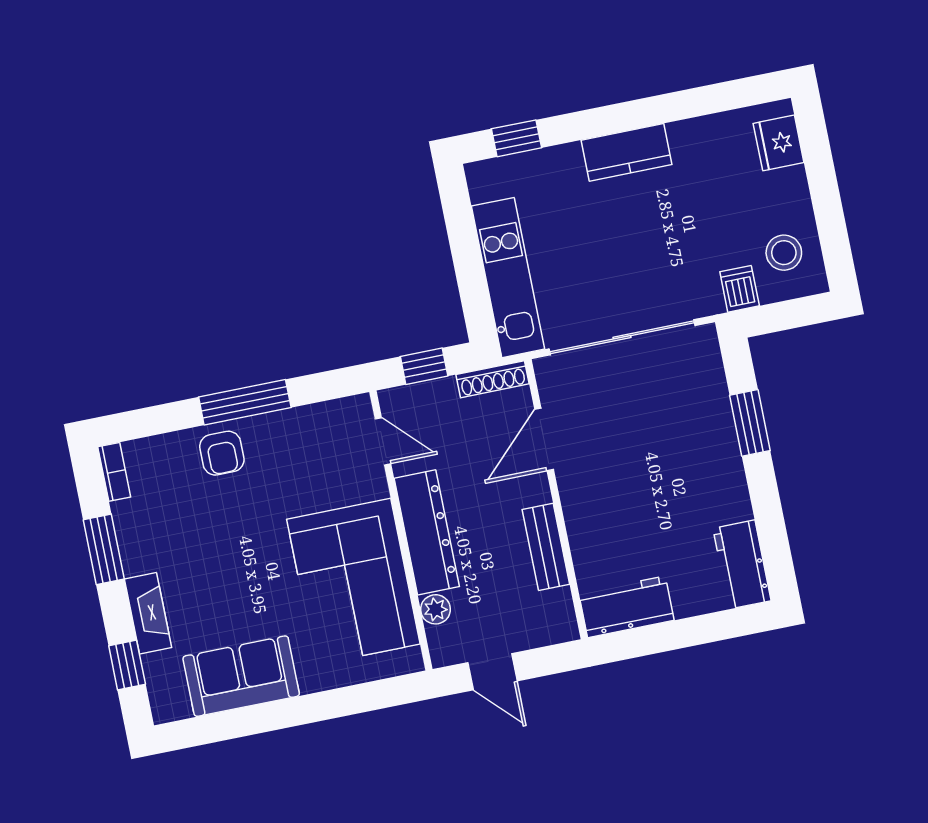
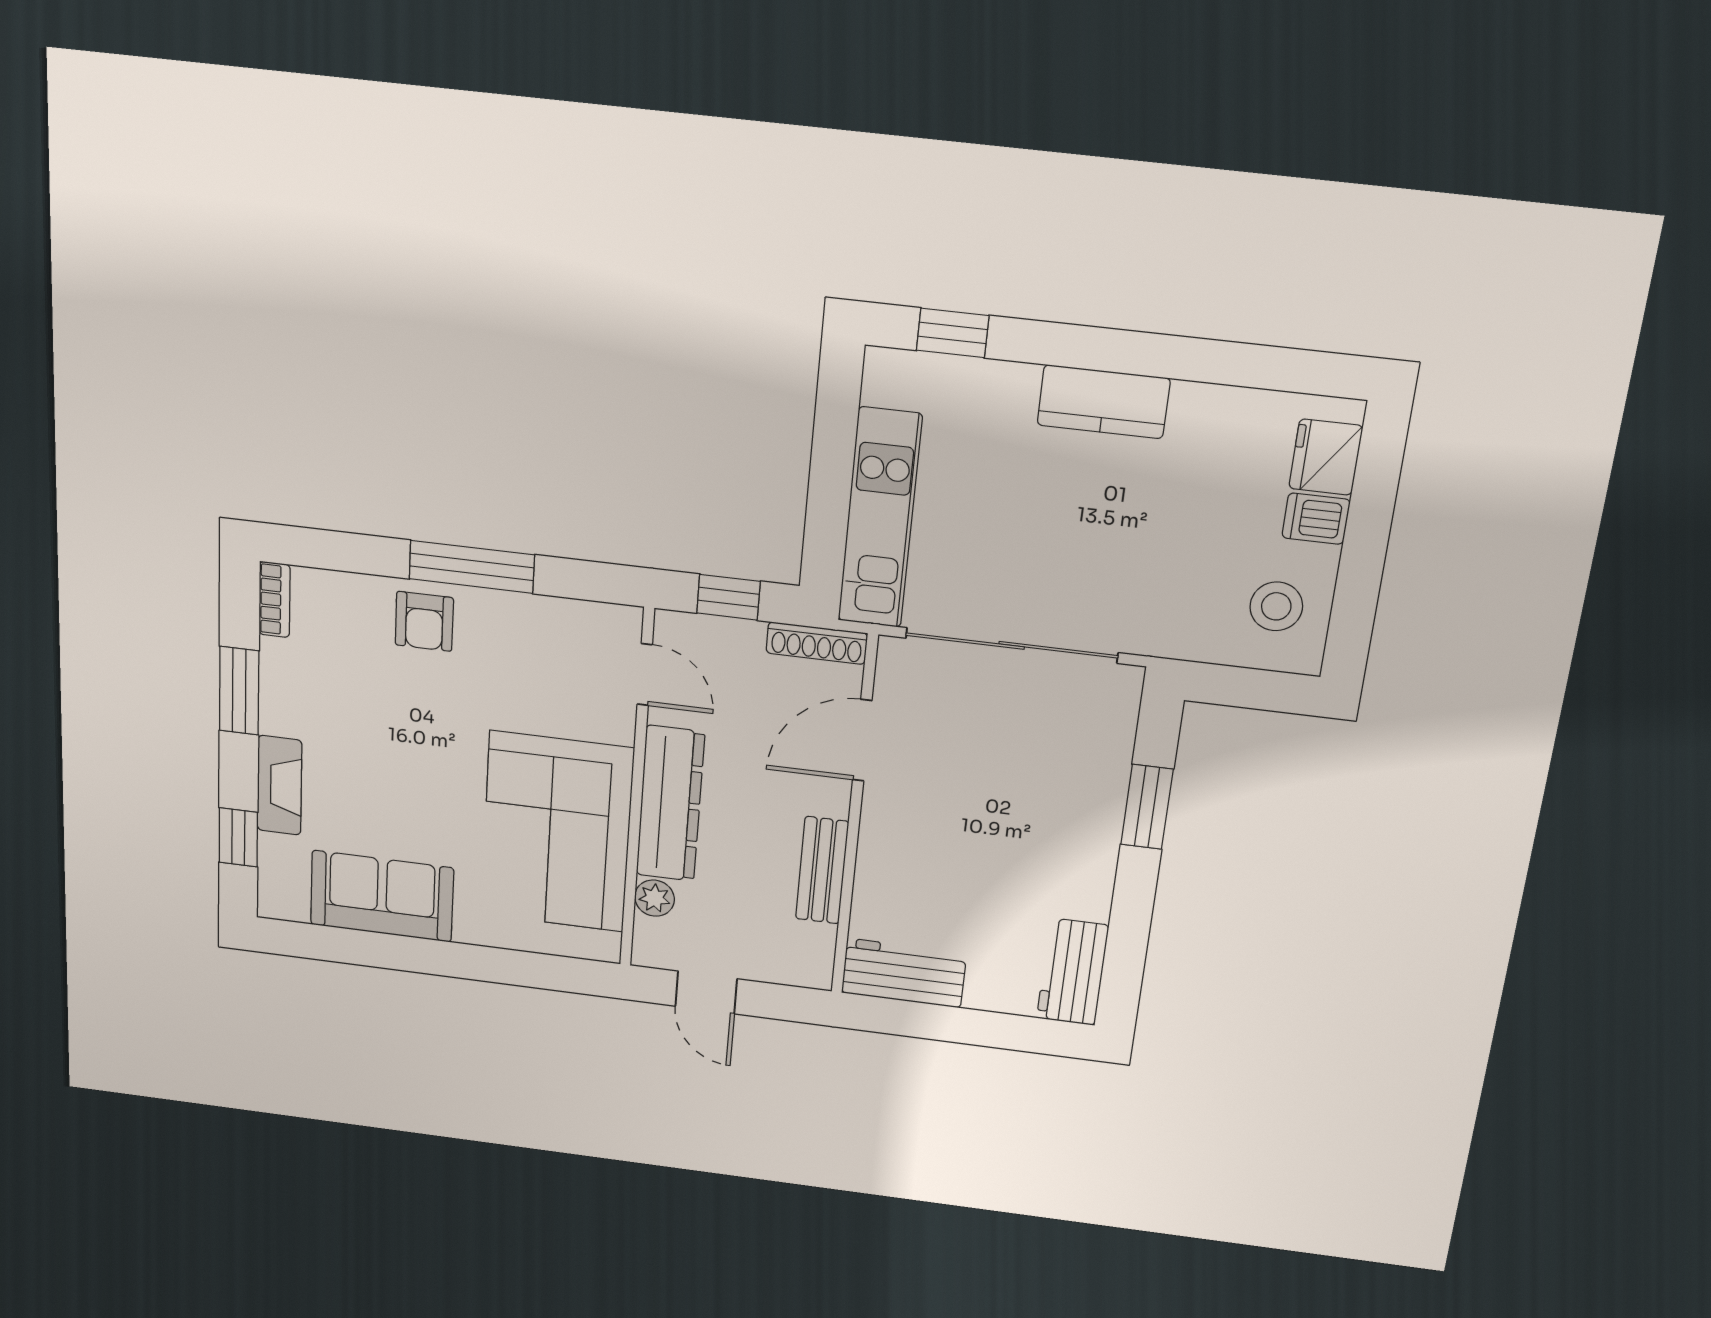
dishwasher: (740, 289) -> (1316, 519), moved, turned -90

